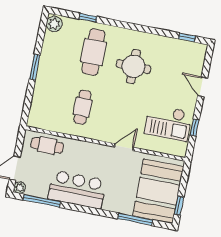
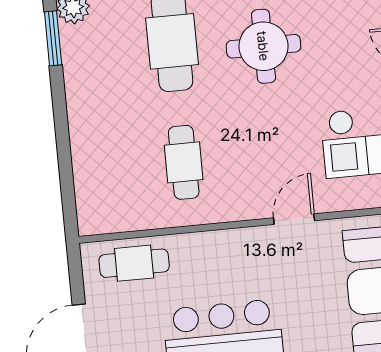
window: (35, 67) -> (53, 38), moved

